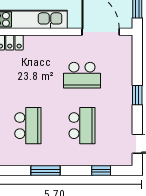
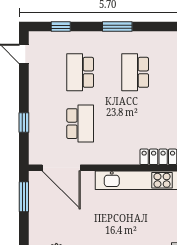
school desk: (82, 75) -> (80, 124), turned 90
window: (137, 95) -> (24, 122), moved

